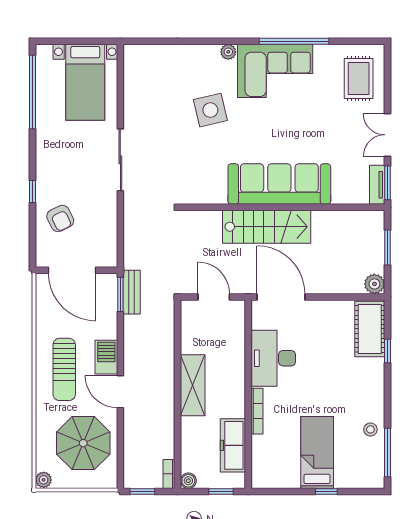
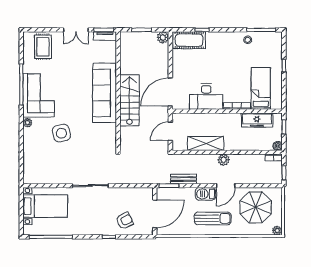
rug: (359, 78) -> (43, 47), turned 90
bench: (132, 292) -> (184, 179), moved
shelving: (193, 385) -> (206, 143), moved
plant: (165, 388) -> (224, 160), added
bed: (317, 453) -> (261, 88), moved, turned 90

